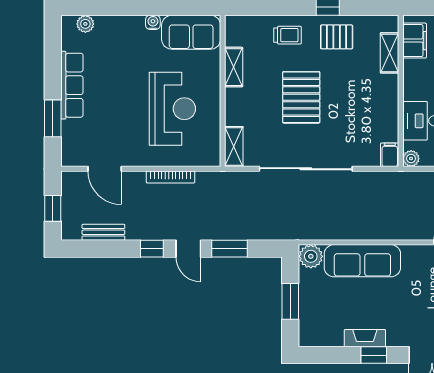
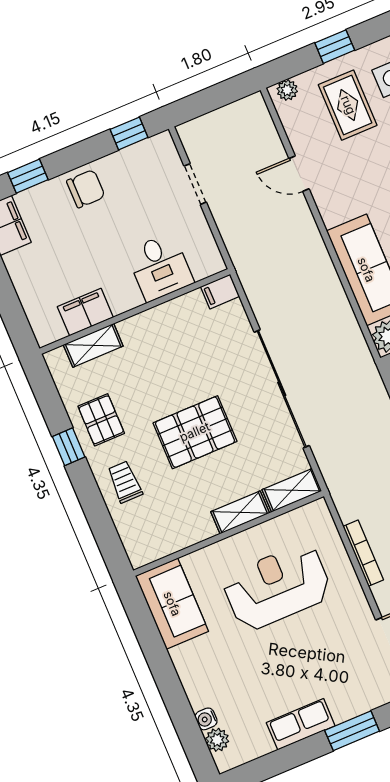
water cooler: (153, 22) -> (206, 719), moved
filing cabinet: (415, 41) -> (85, 312), moved
shelving: (234, 67) -> (240, 512), moved
row of seats: (72, 85) -> (301, 724), width x0.68
plant: (411, 158) -> (214, 263), removed

